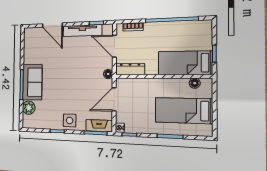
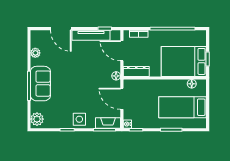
plant: (28, 51) -> (35, 53), added
bed: (185, 63) -> (184, 61), width x1.50
door: (114, 99) -> (122, 99), hinge flipped
plant: (29, 108) -> (37, 119), moved

